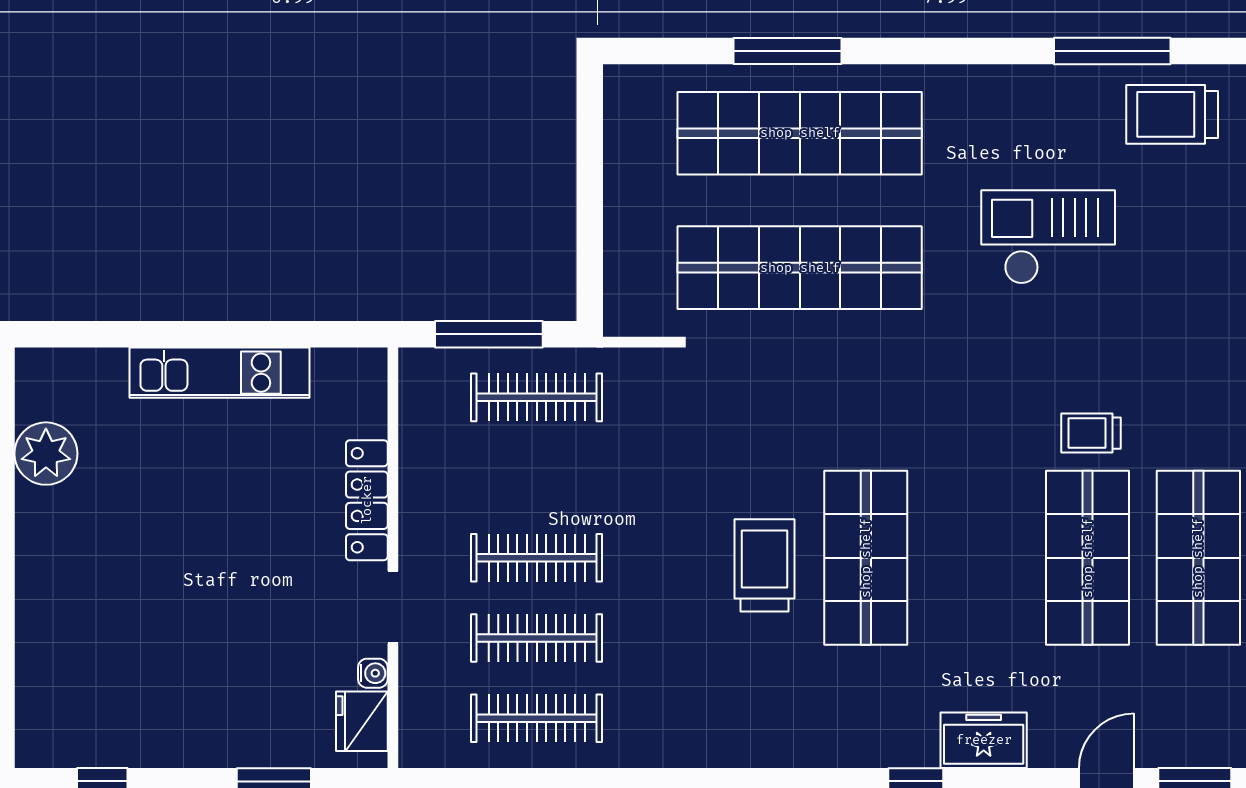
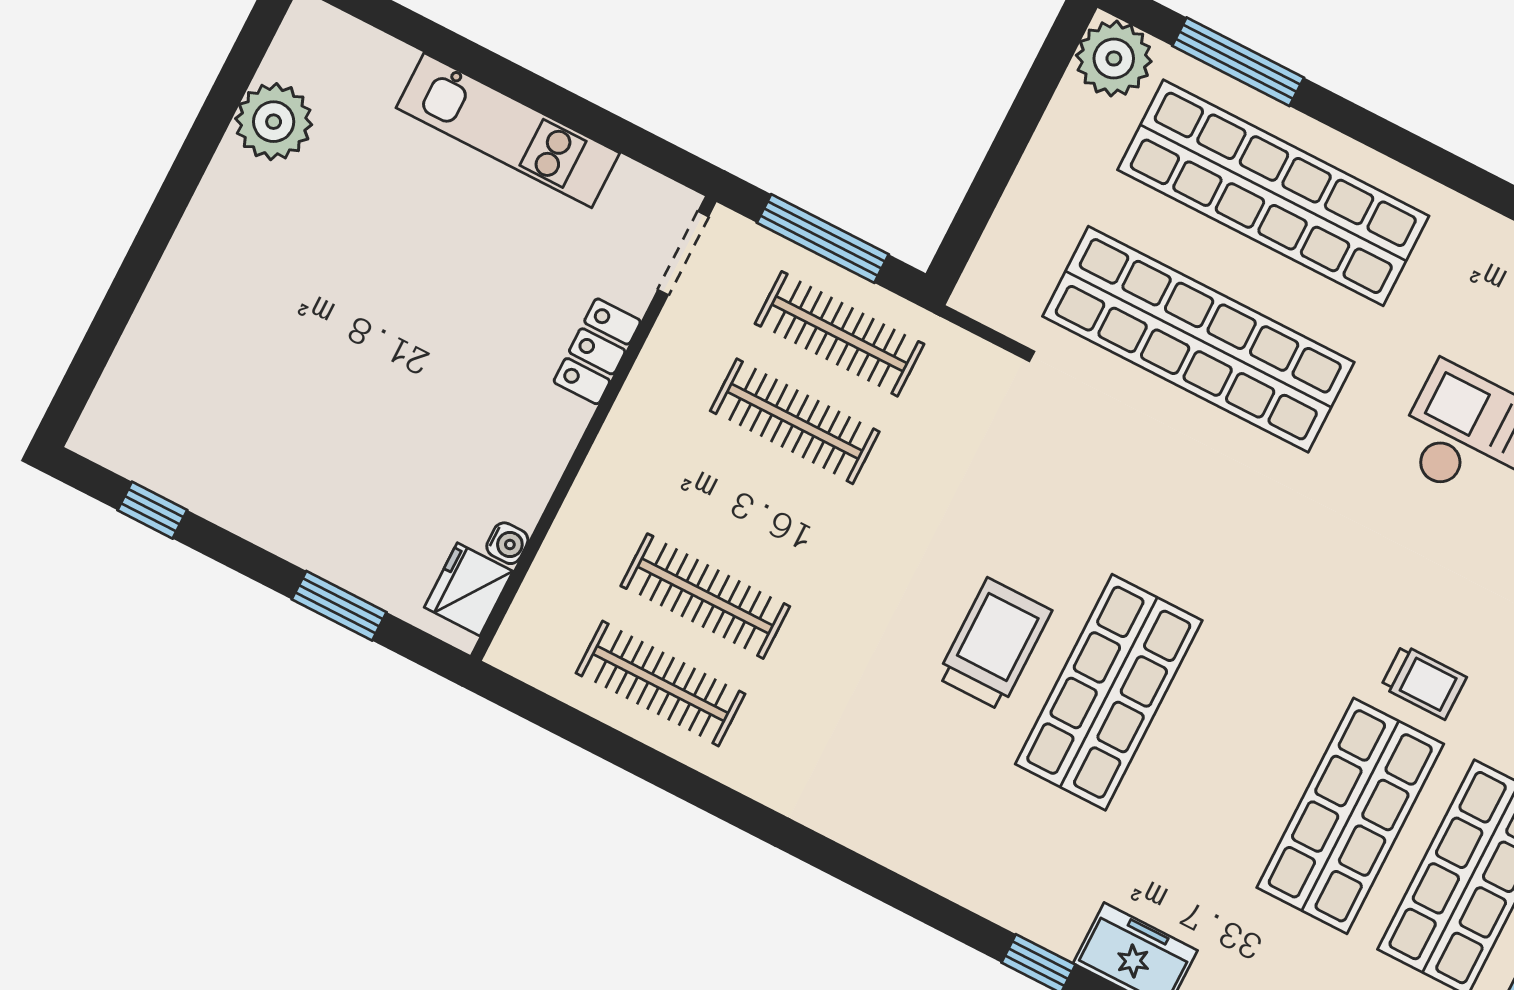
window: (787, 51) -> (1238, 62), moved
plant: (634, 95) -> (1114, 58), added
trolley: (1091, 433) -> (1424, 682), turned 180
locker: (367, 500) -> (597, 351), width x0.66
clothes rail: (537, 558) -> (795, 421), moved
doorway: (393, 607) -> (683, 253), moved

